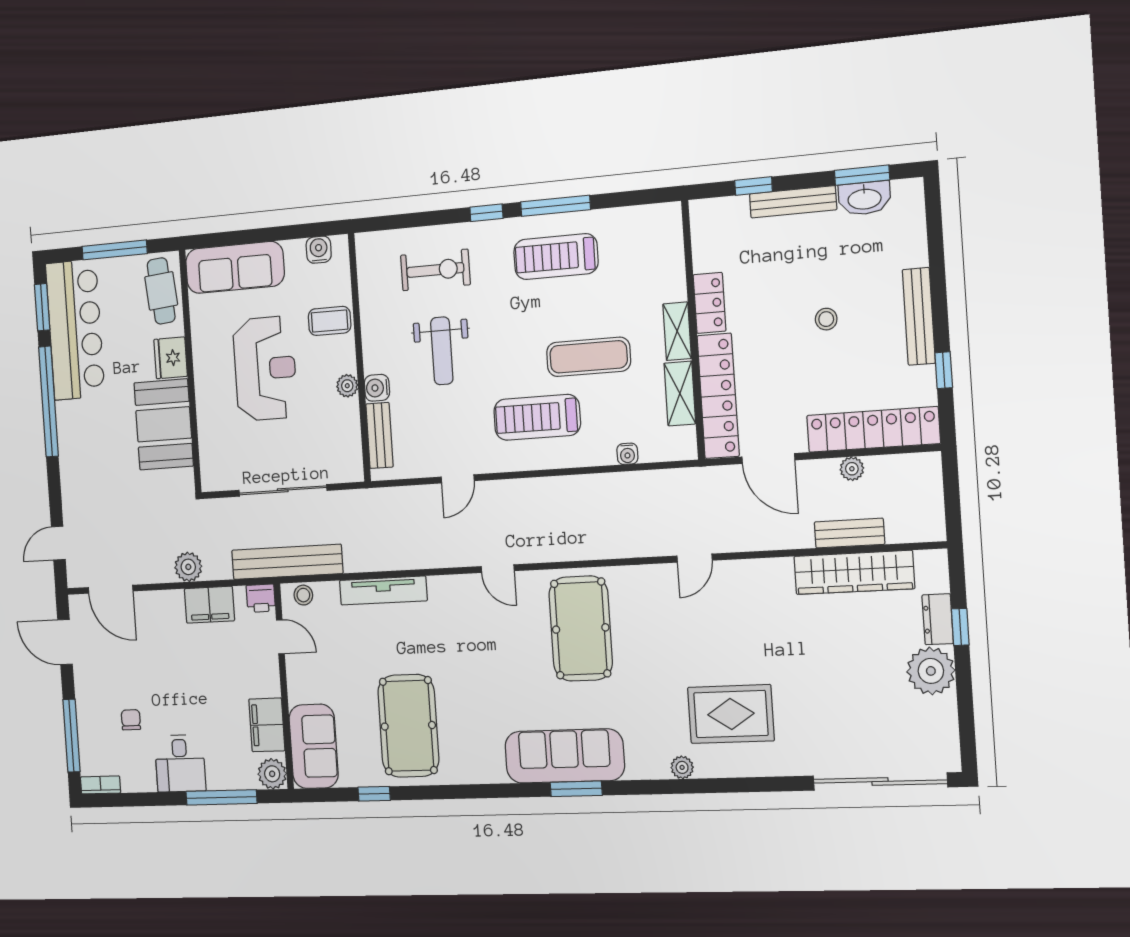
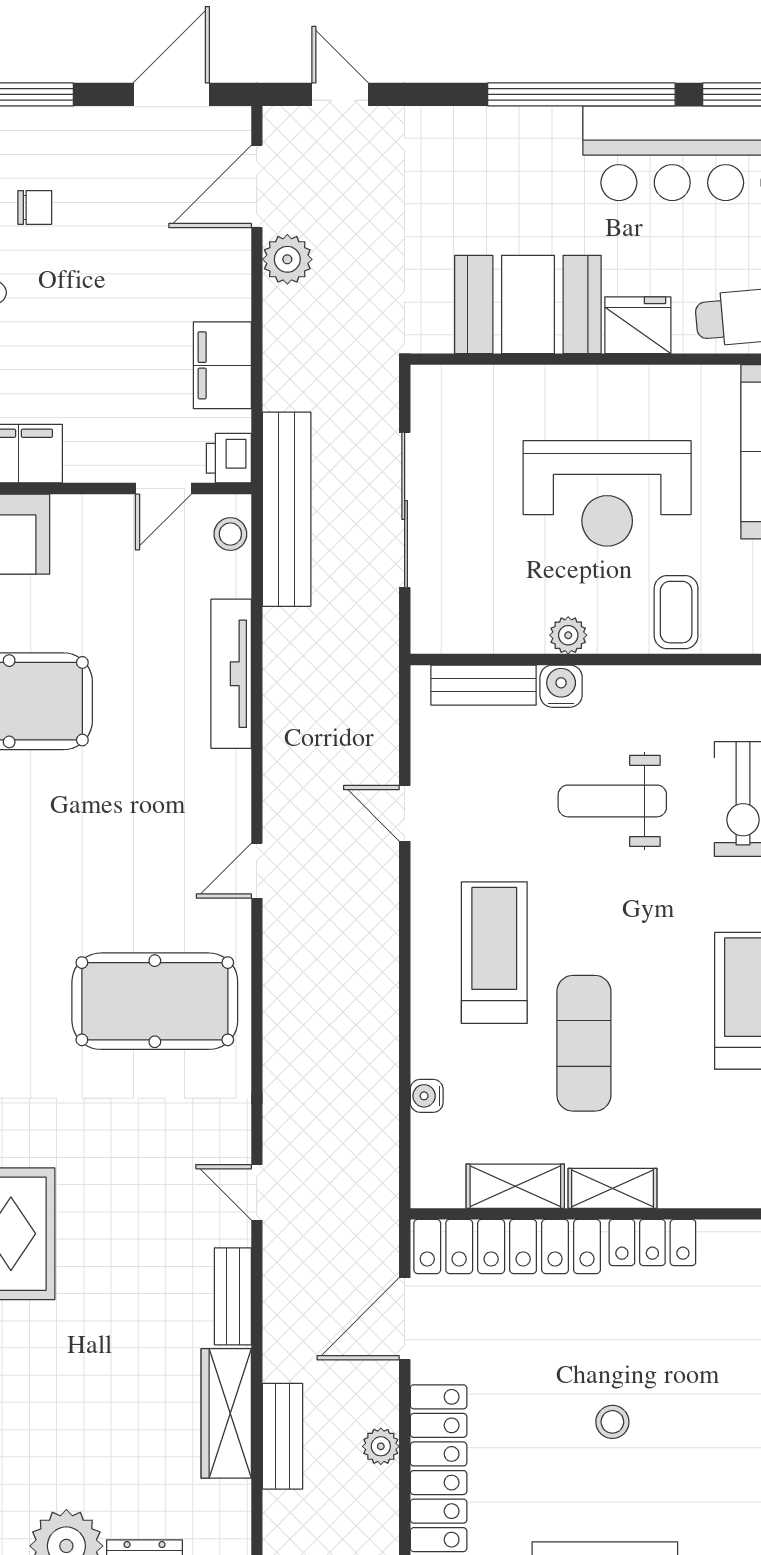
plant: (188, 567) -> (287, 259), moved
bench: (761, 570) -> (233, 1296), added
wardrobe: (854, 572) -> (226, 1413), width x0.71, depth x0.85

